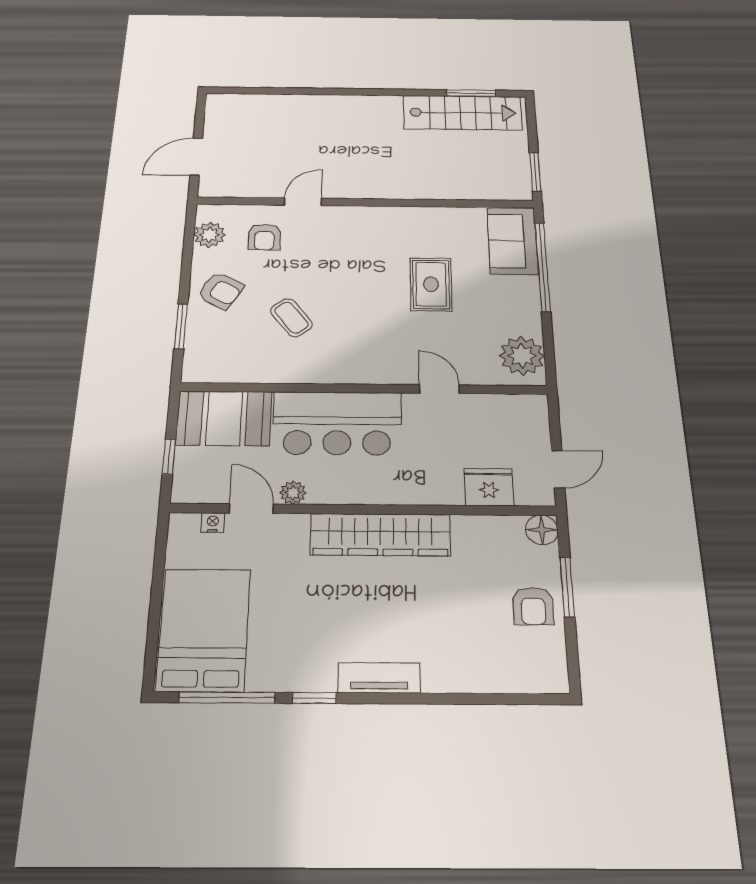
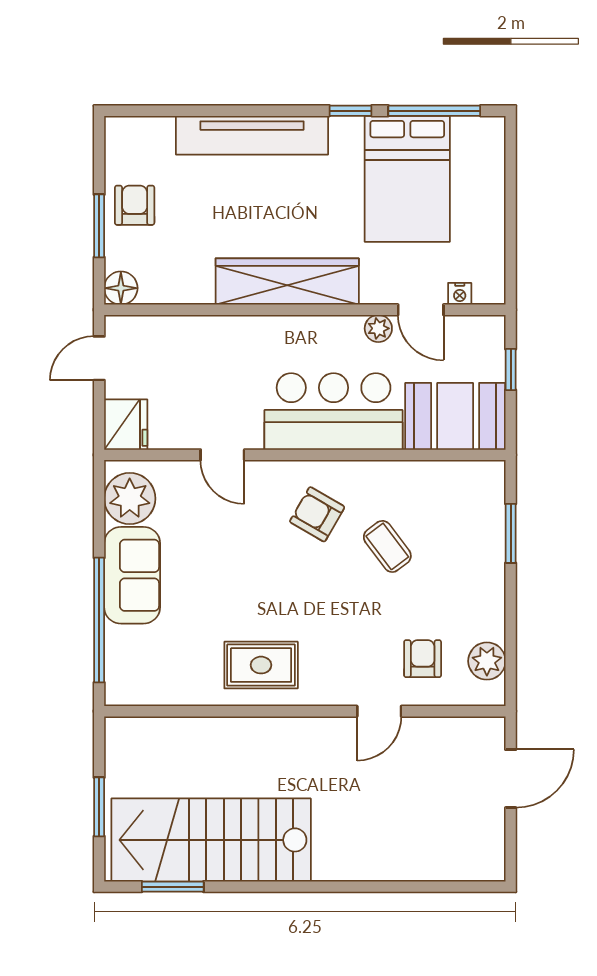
stairs: (462, 113) -> (211, 840), width x1.36, depth x1.51
window: (535, 172) -> (99, 807), moved
sofa: (512, 241) -> (132, 575), moved
rug: (431, 284) -> (261, 665), moved, turned 90
armchair: (220, 291) -> (317, 514), moved
fridge: (489, 487) -> (126, 425), moved, turned -90
bed: (204, 629) -> (407, 179), moved
tv unit: (379, 678) -> (252, 135), width x1.92, depth x1.29

